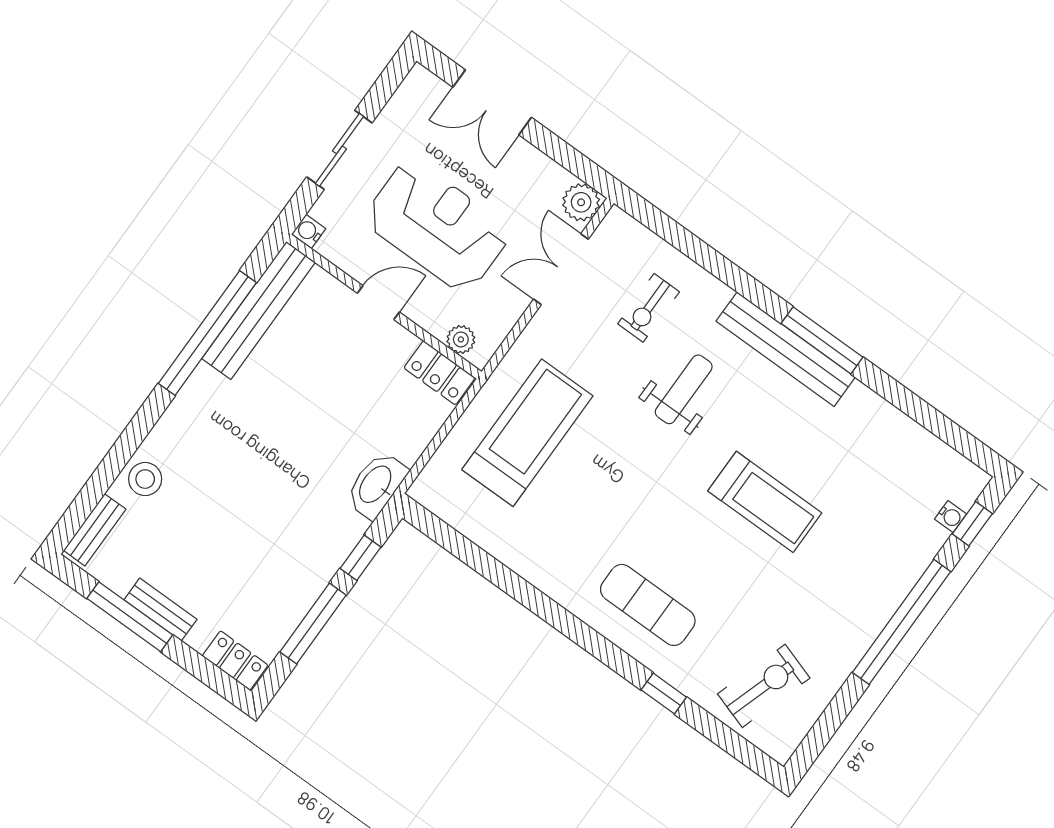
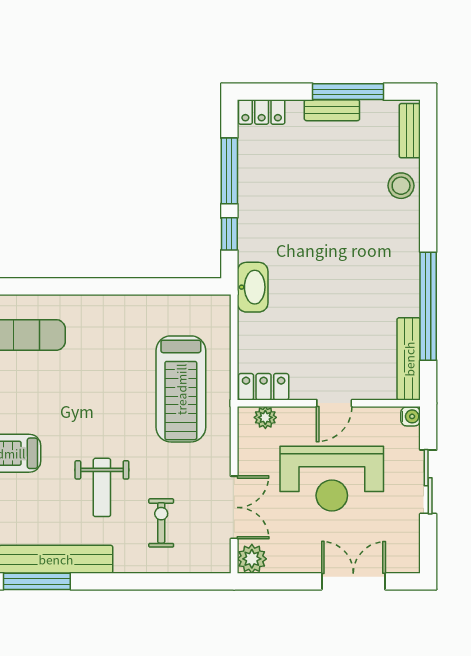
bench: (259, 310) -> (409, 359), width x0.73, depth x0.82

